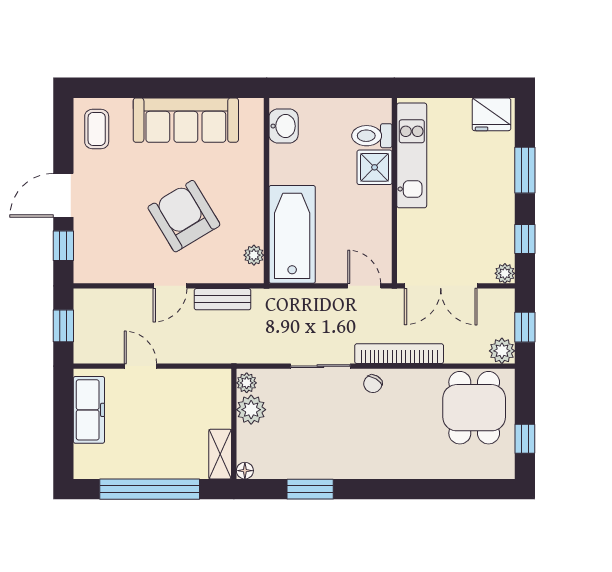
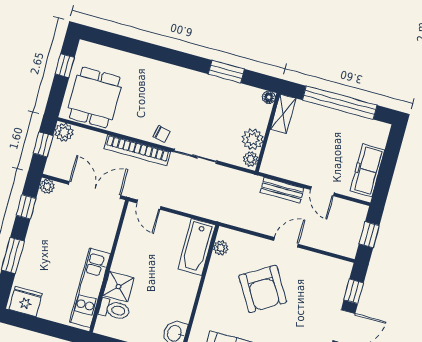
bathtub: (292, 234) -> (197, 247), width x0.73, depth x0.73
bench: (223, 299) -> (282, 190), moved
chair: (373, 384) -> (162, 134), turned 71

